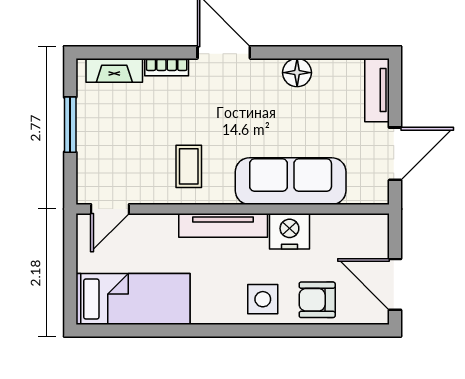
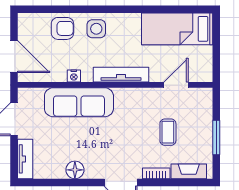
coffee table: (189, 166) -> (168, 132), moved
door: (110, 209) -> (176, 85), moved
nightstand: (289, 231) -> (74, 76), width x0.53, depth x0.56
door: (395, 284) -> (14, 57), moved

